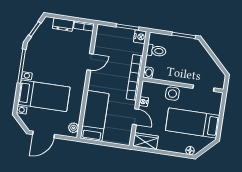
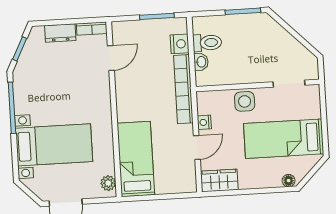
nightstand: (140, 37) -> (180, 44), moved
door: (90, 62) -> (111, 58), moved
washbasin: (148, 73) -> (201, 62), moved
door: (135, 117) -> (197, 147), hinge flipped

